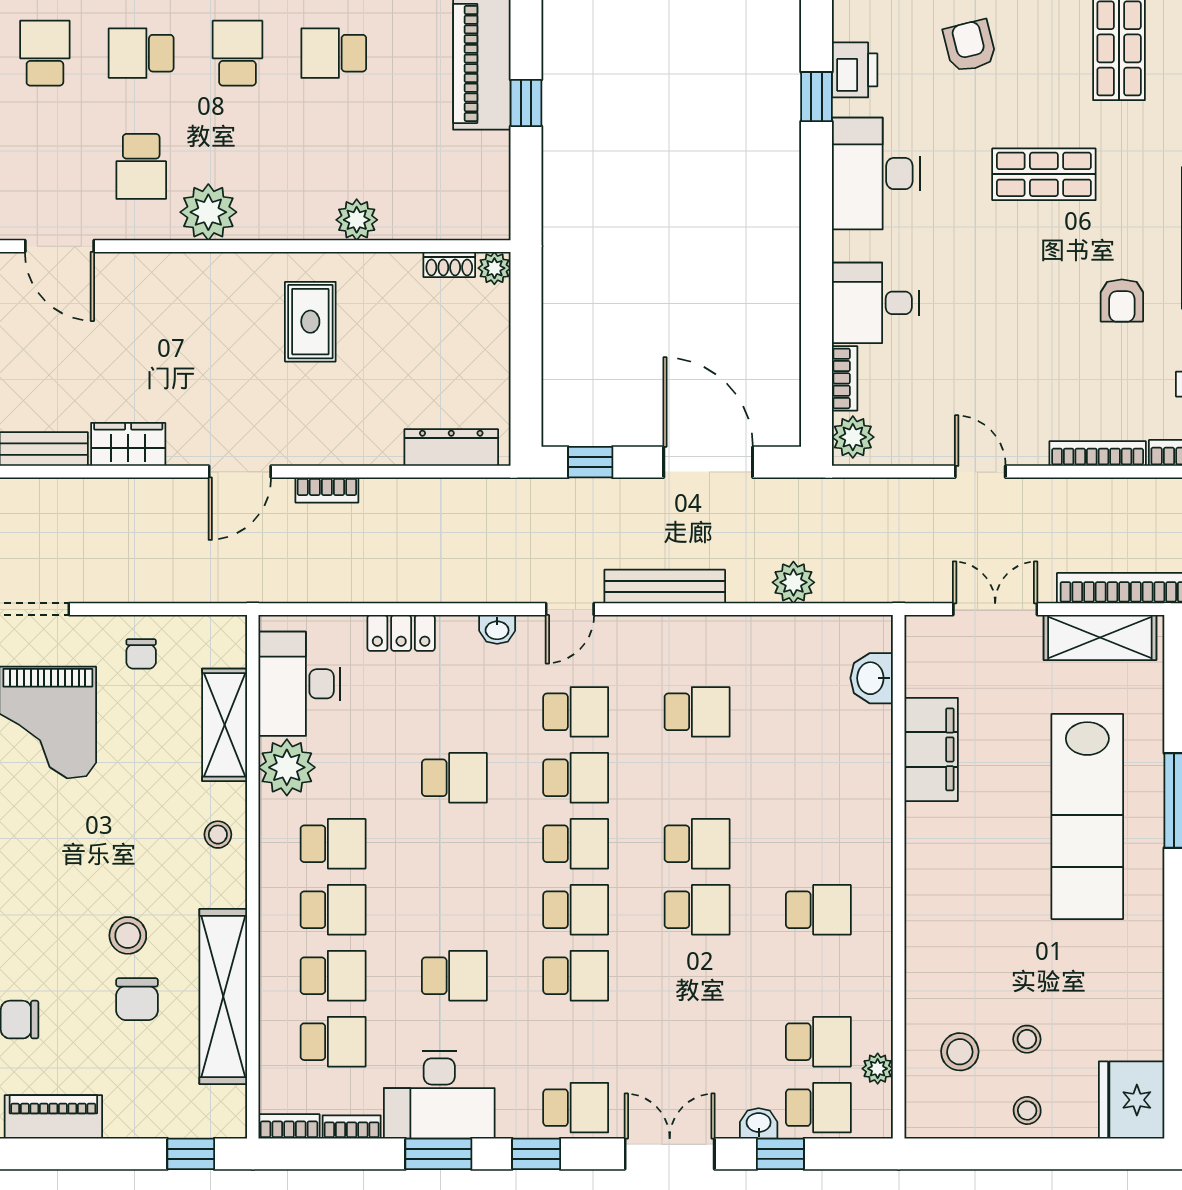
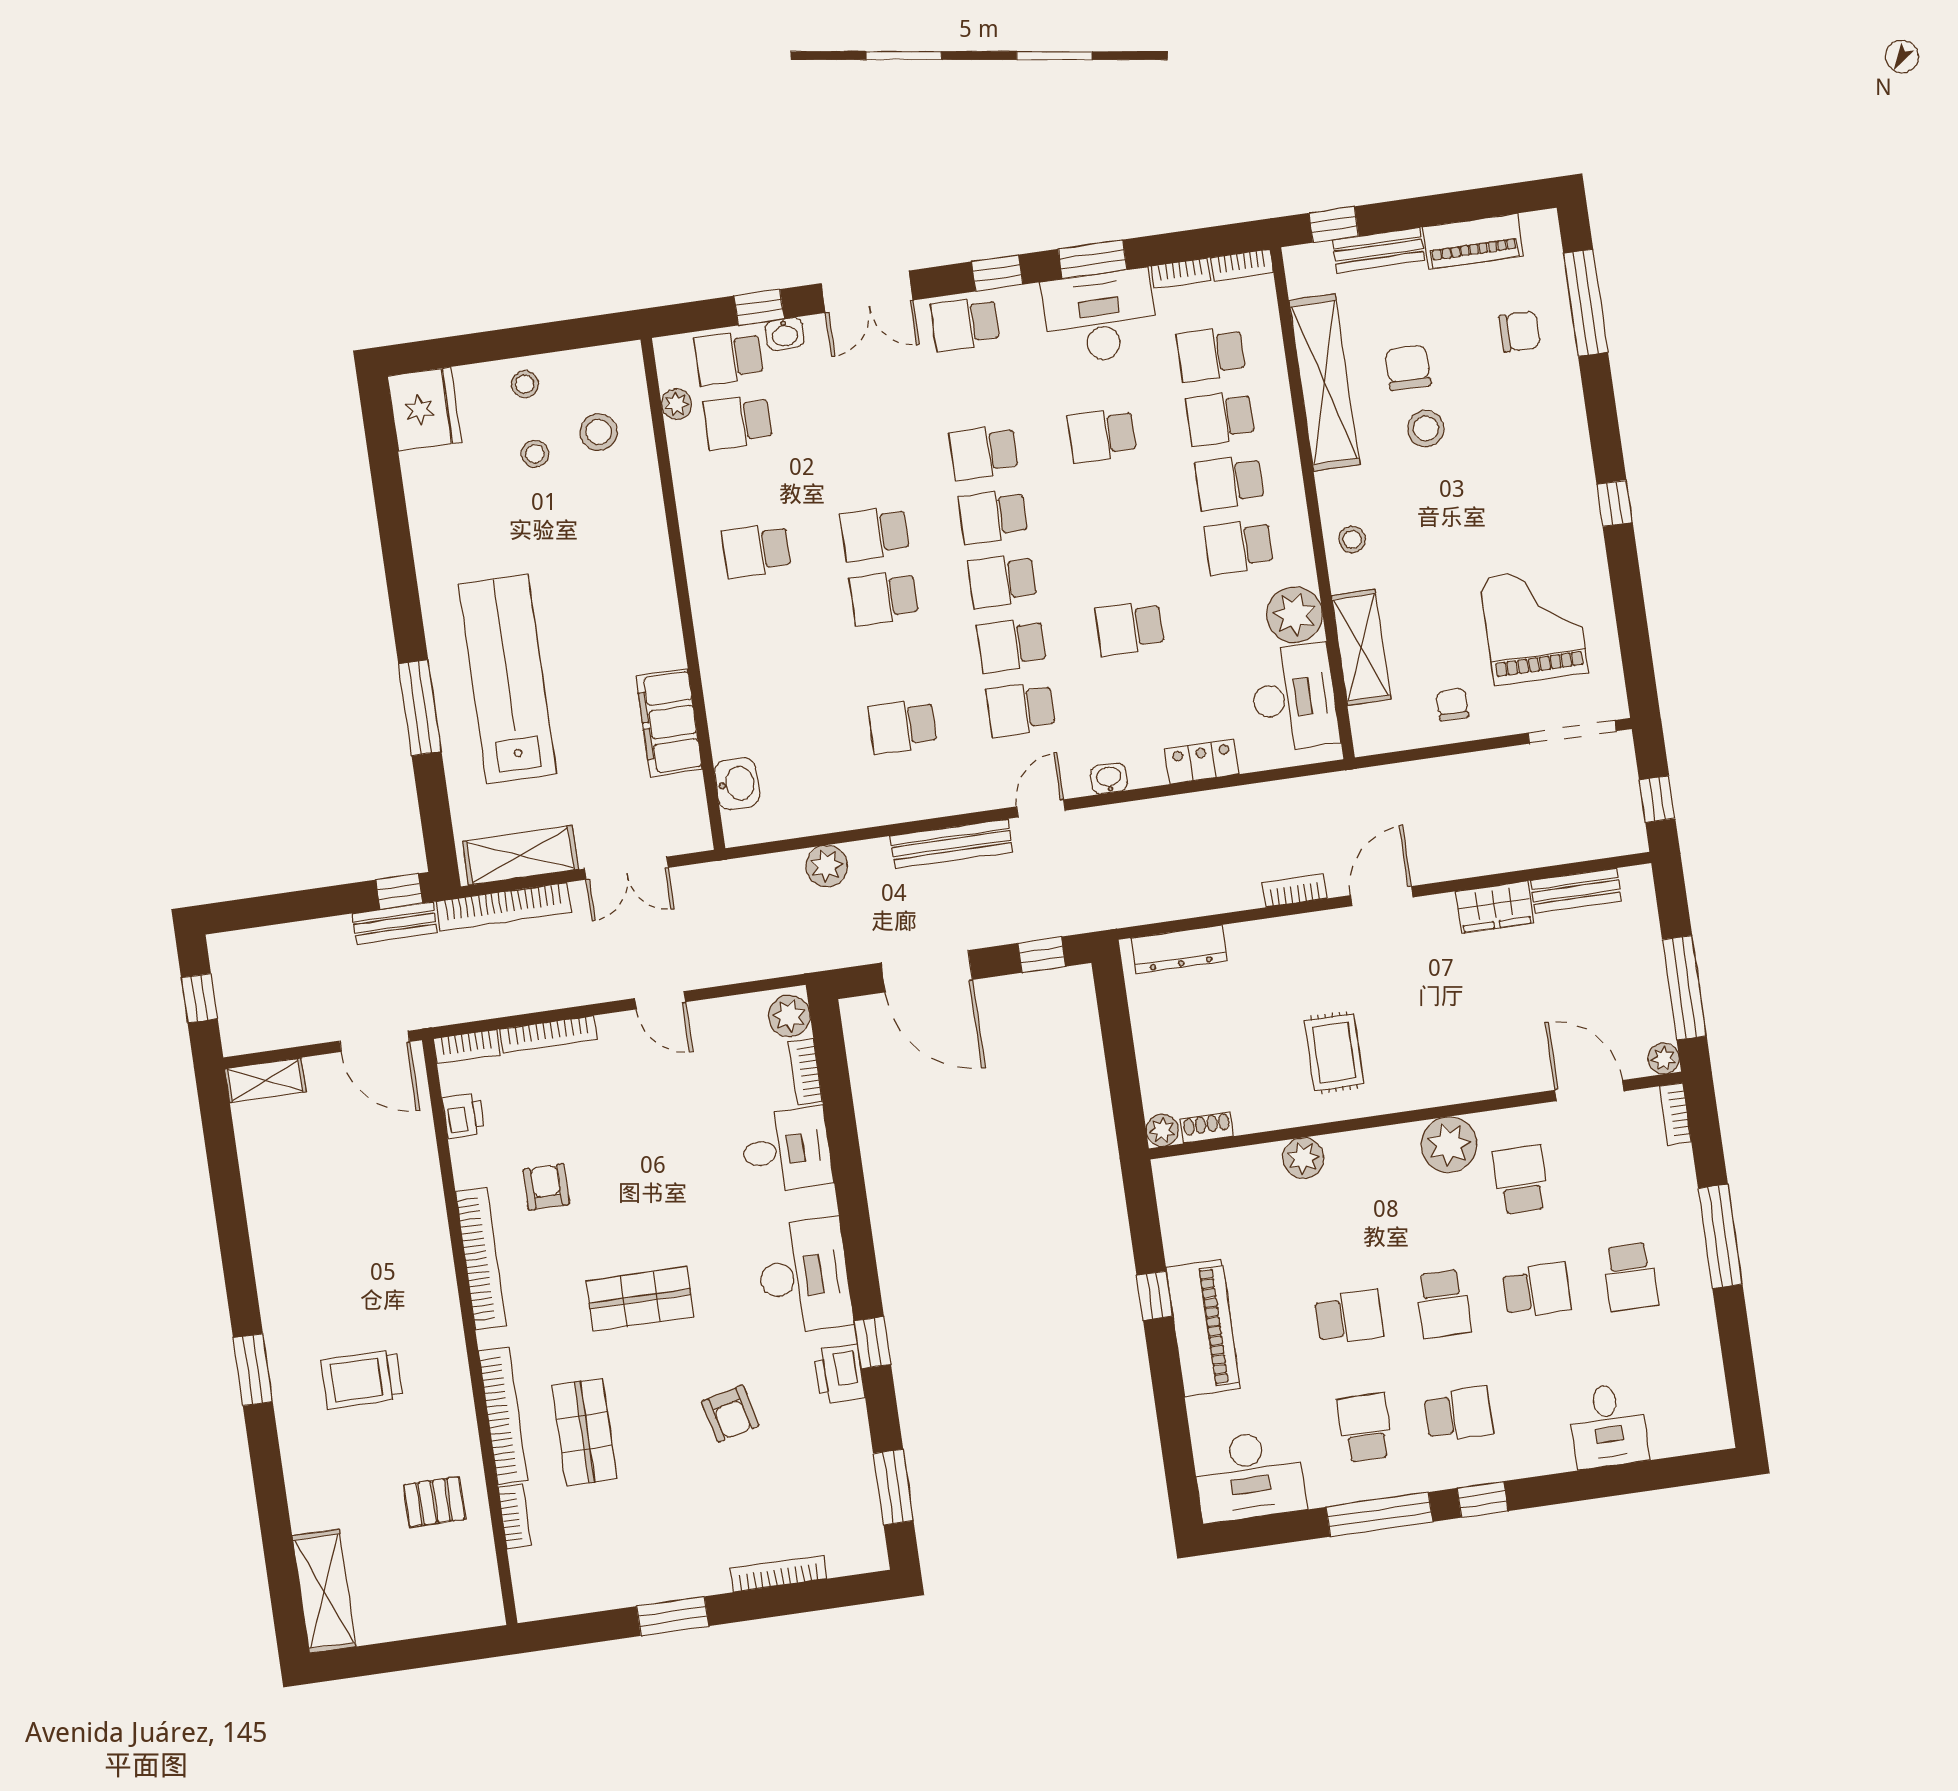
bench: (150, 1122) -> (1378, 250), added

